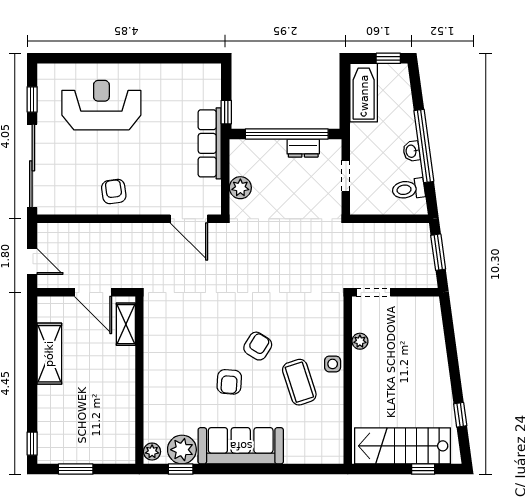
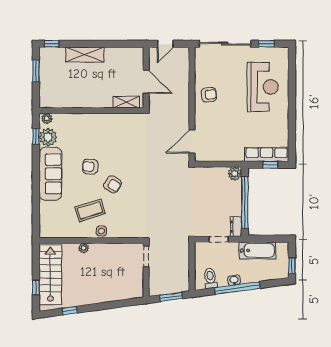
bathtub: (364, 93) -> (257, 250), moved
window: (226, 112) -> (270, 165), moved
row of seats: (210, 143) -> (267, 154), moved
dresser: (303, 148) -> (236, 227), moved
plant: (240, 188) -> (235, 174), moved
door: (93, 292) -> (146, 82), swing flipped
plant: (360, 341) -> (84, 248), moved
shelving: (49, 354) -> (85, 55), moved

